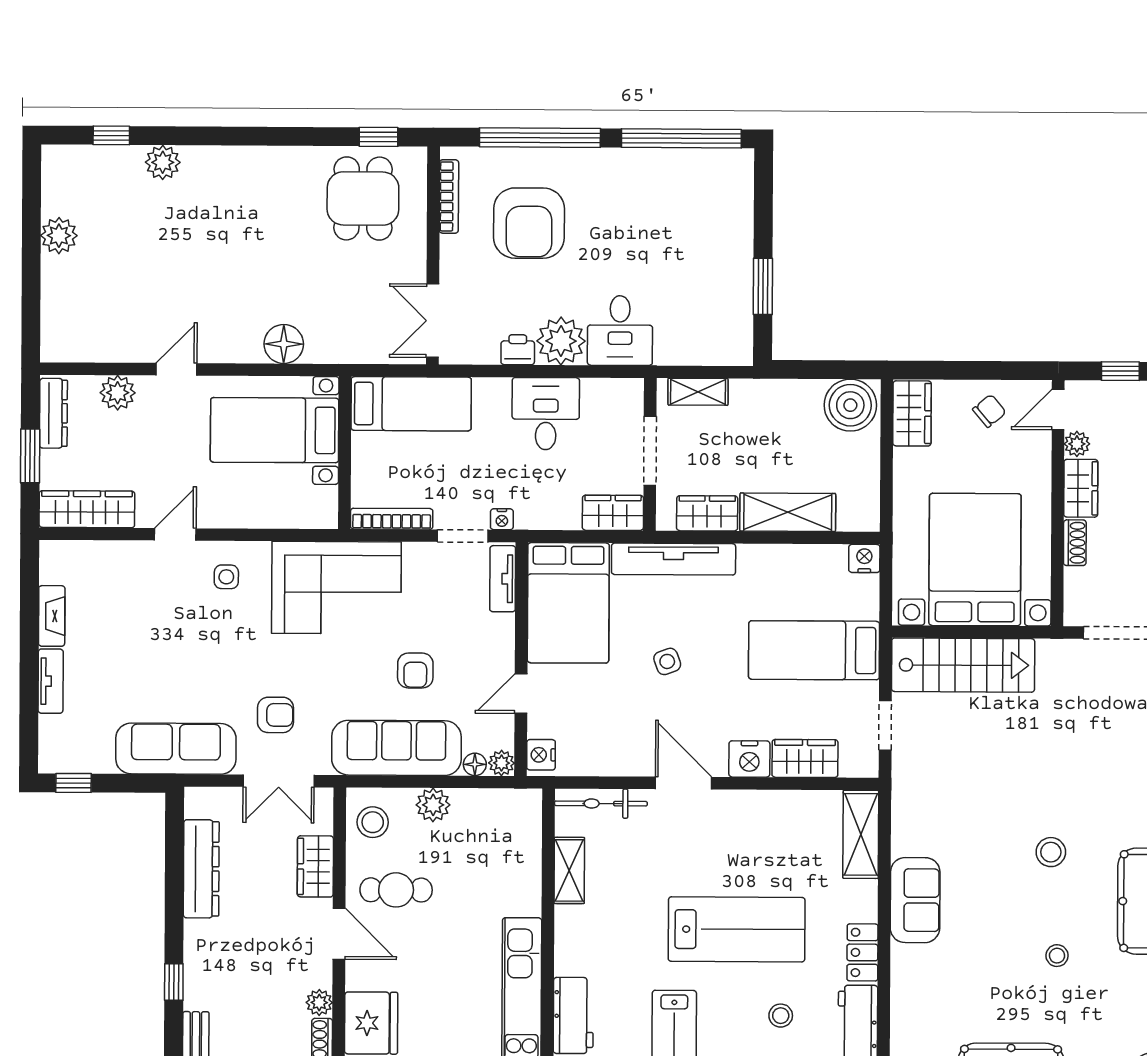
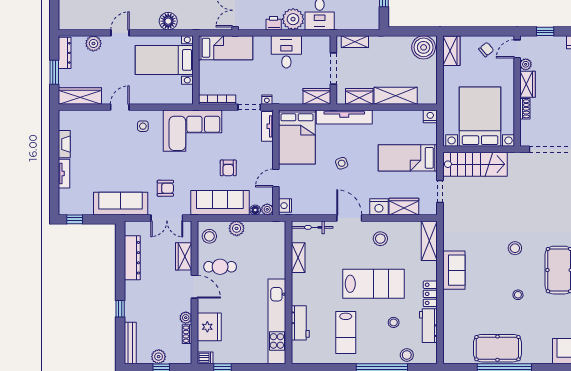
stool: (752, 829) -> (380, 239), added

